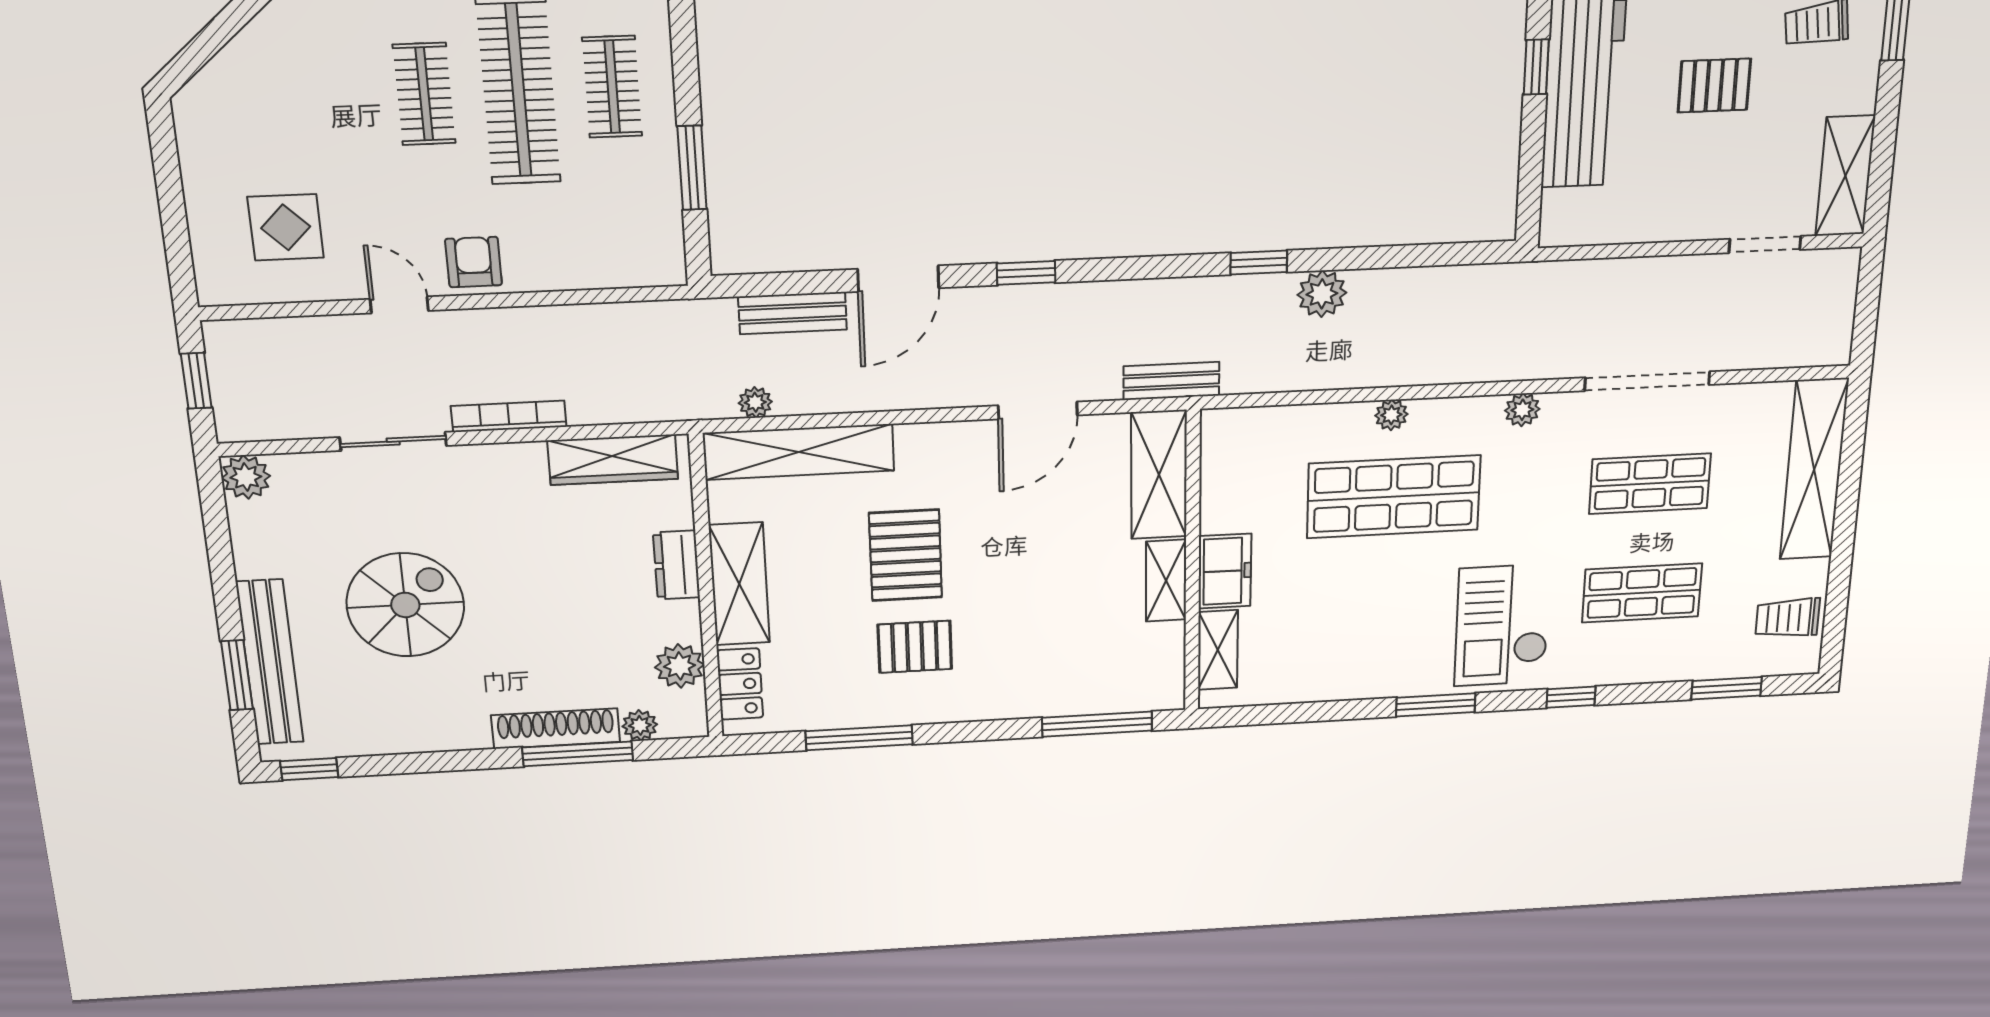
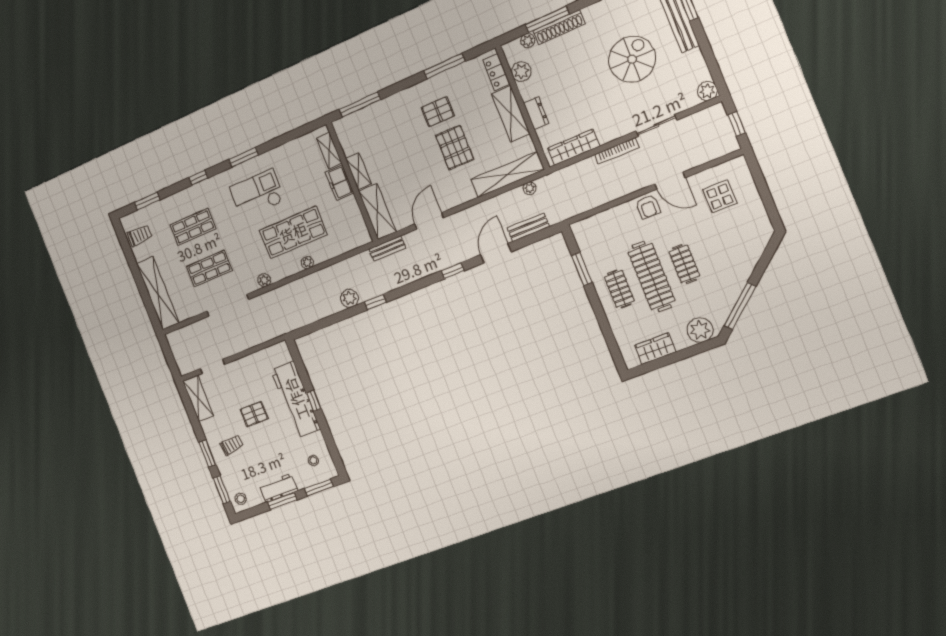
door: (399, 305) -> (670, 181), width x1.38
spiral stairs: (405, 605) -> (632, 59), turned 180
checkout: (1502, 625) -> (257, 194), moved, turned -90

